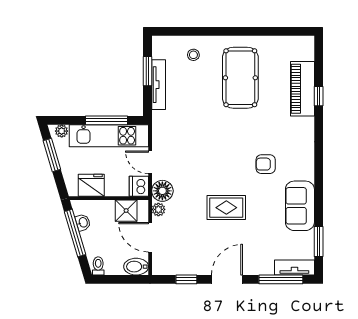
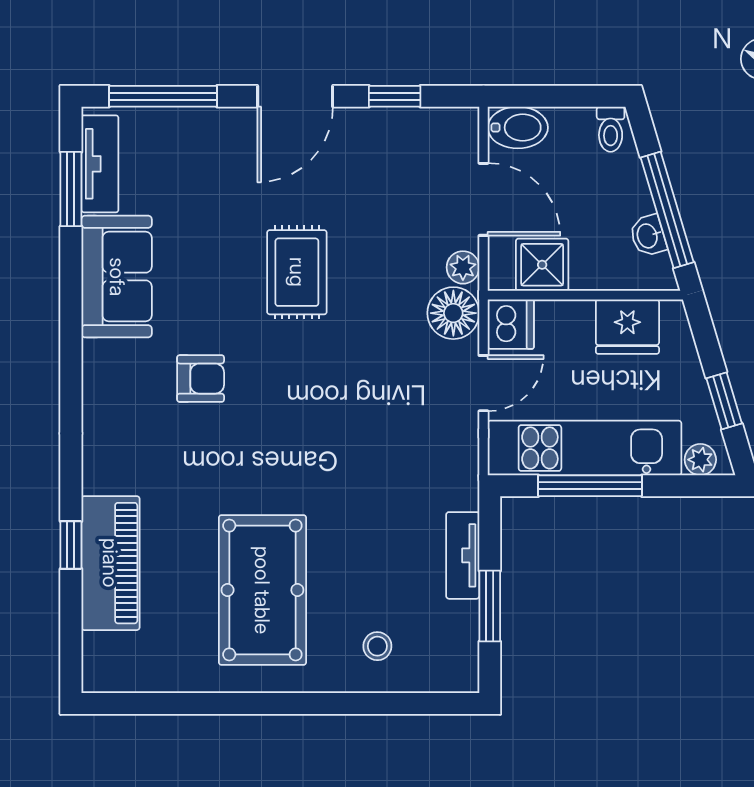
tv unit: (159, 85) -> (463, 555), width x0.71
window: (52, 155) -> (724, 401), width x0.67
door: (150, 162) -> (483, 383), hinge flipped
rug: (226, 208) -> (297, 272), turned 90
tv unit: (294, 268) -> (100, 164), moved, turned -90

